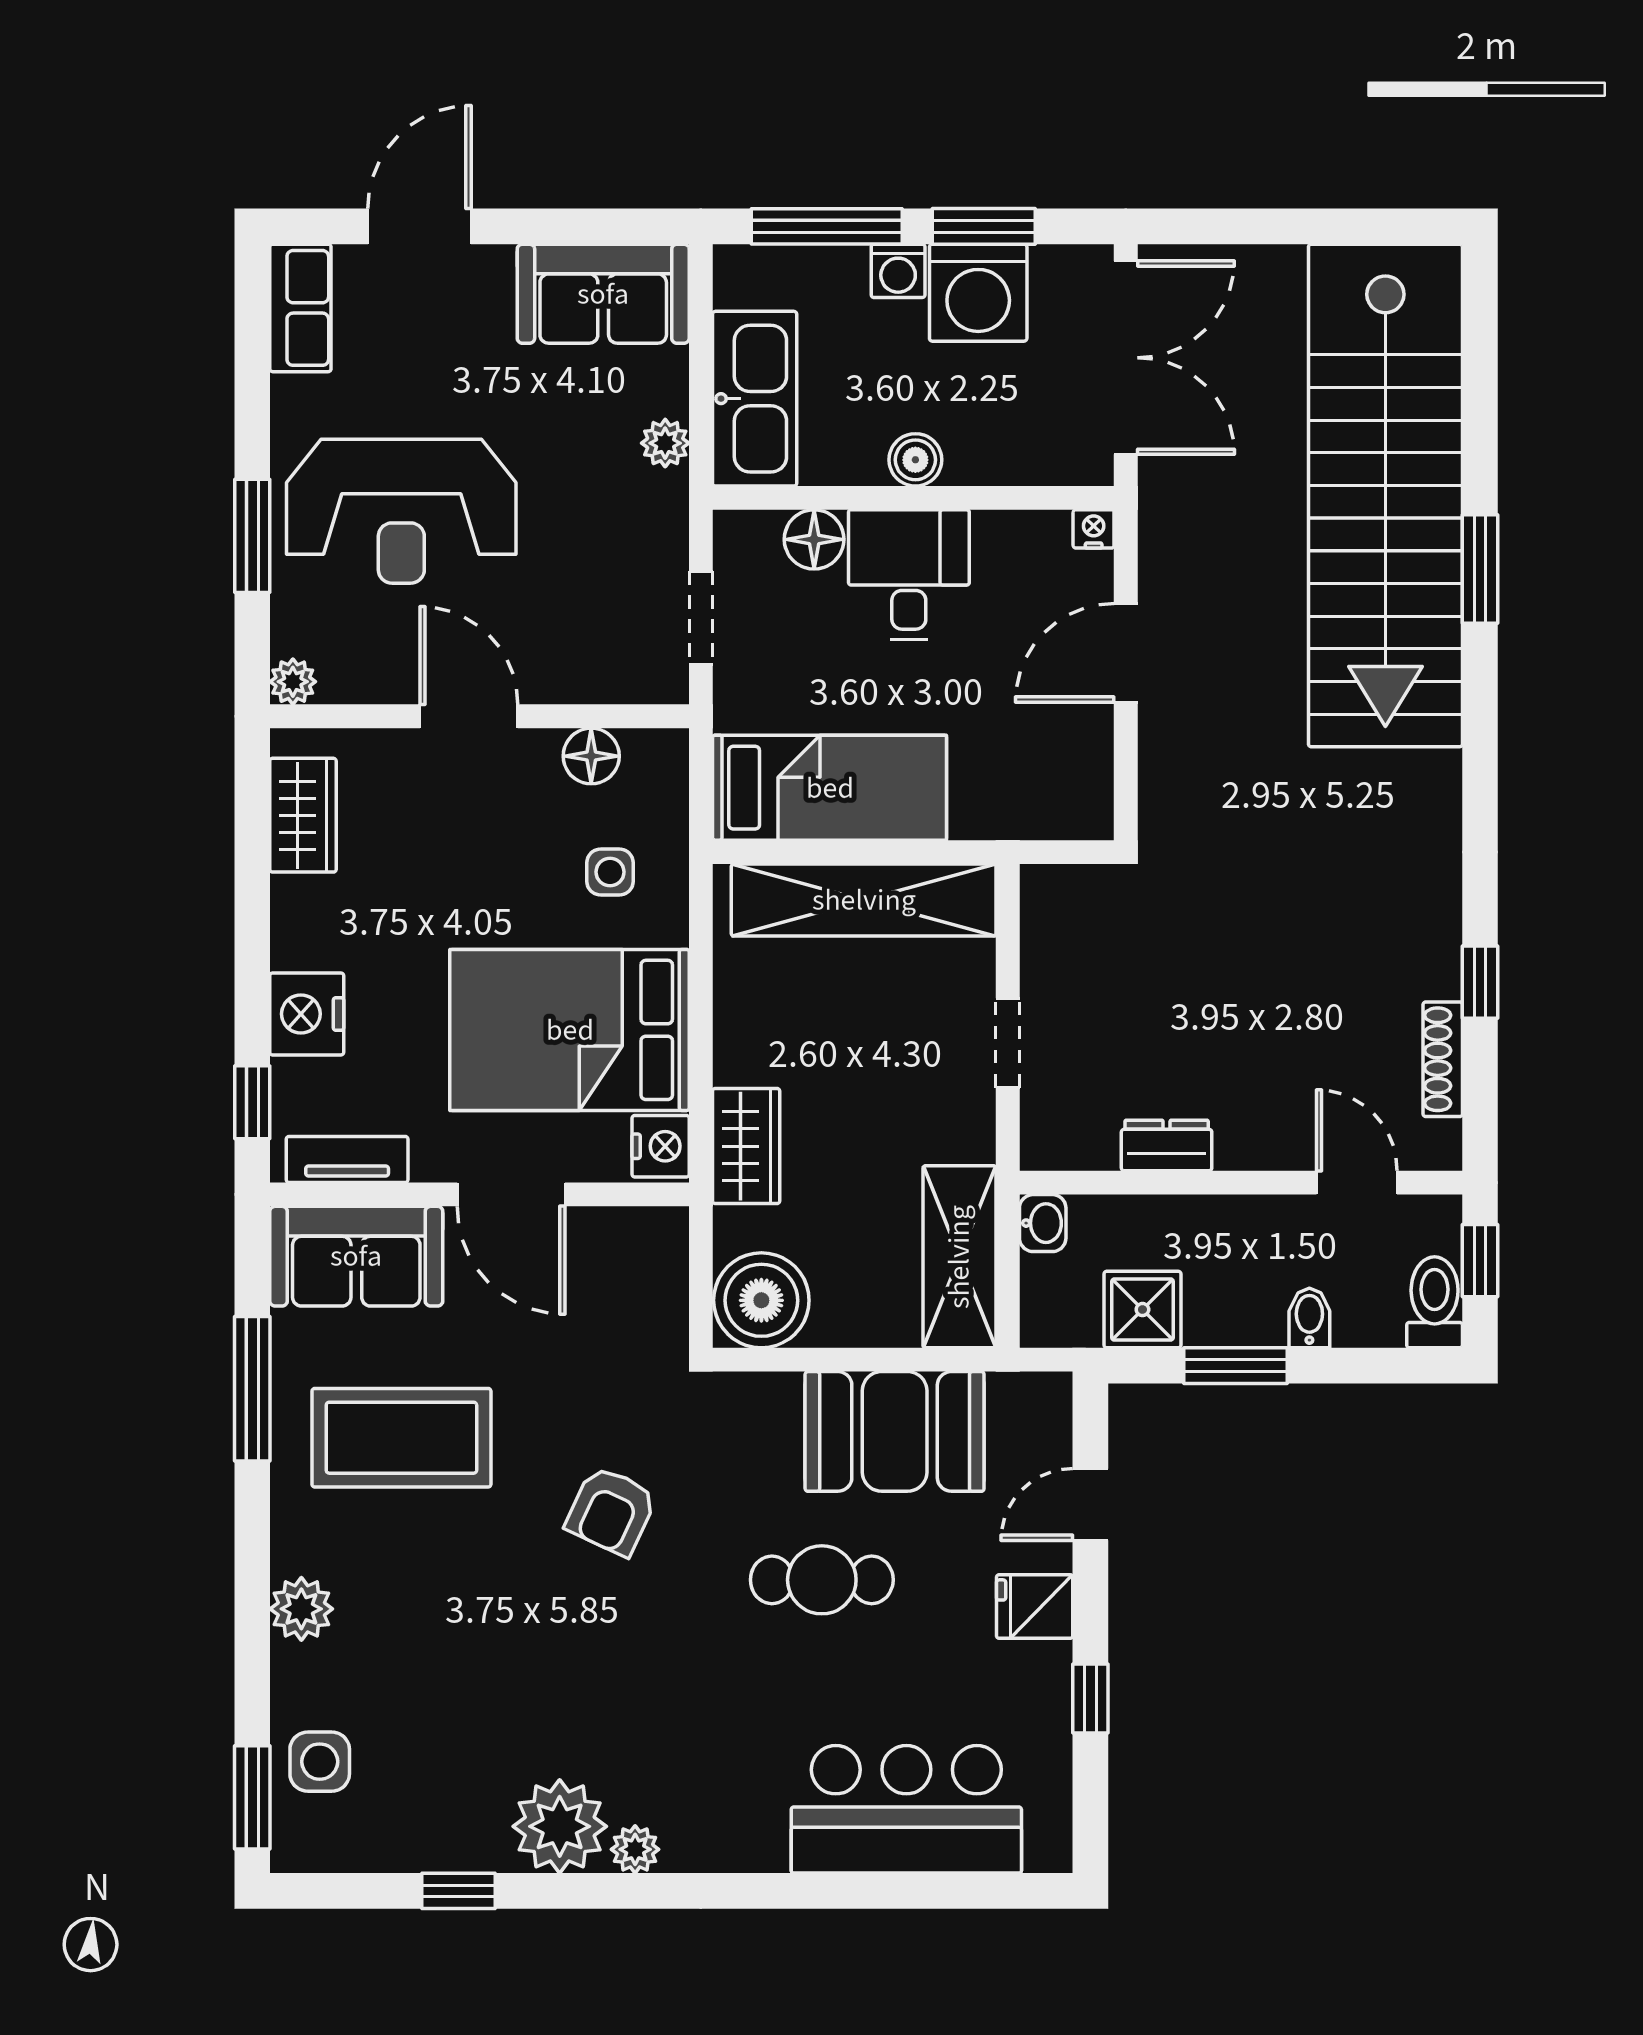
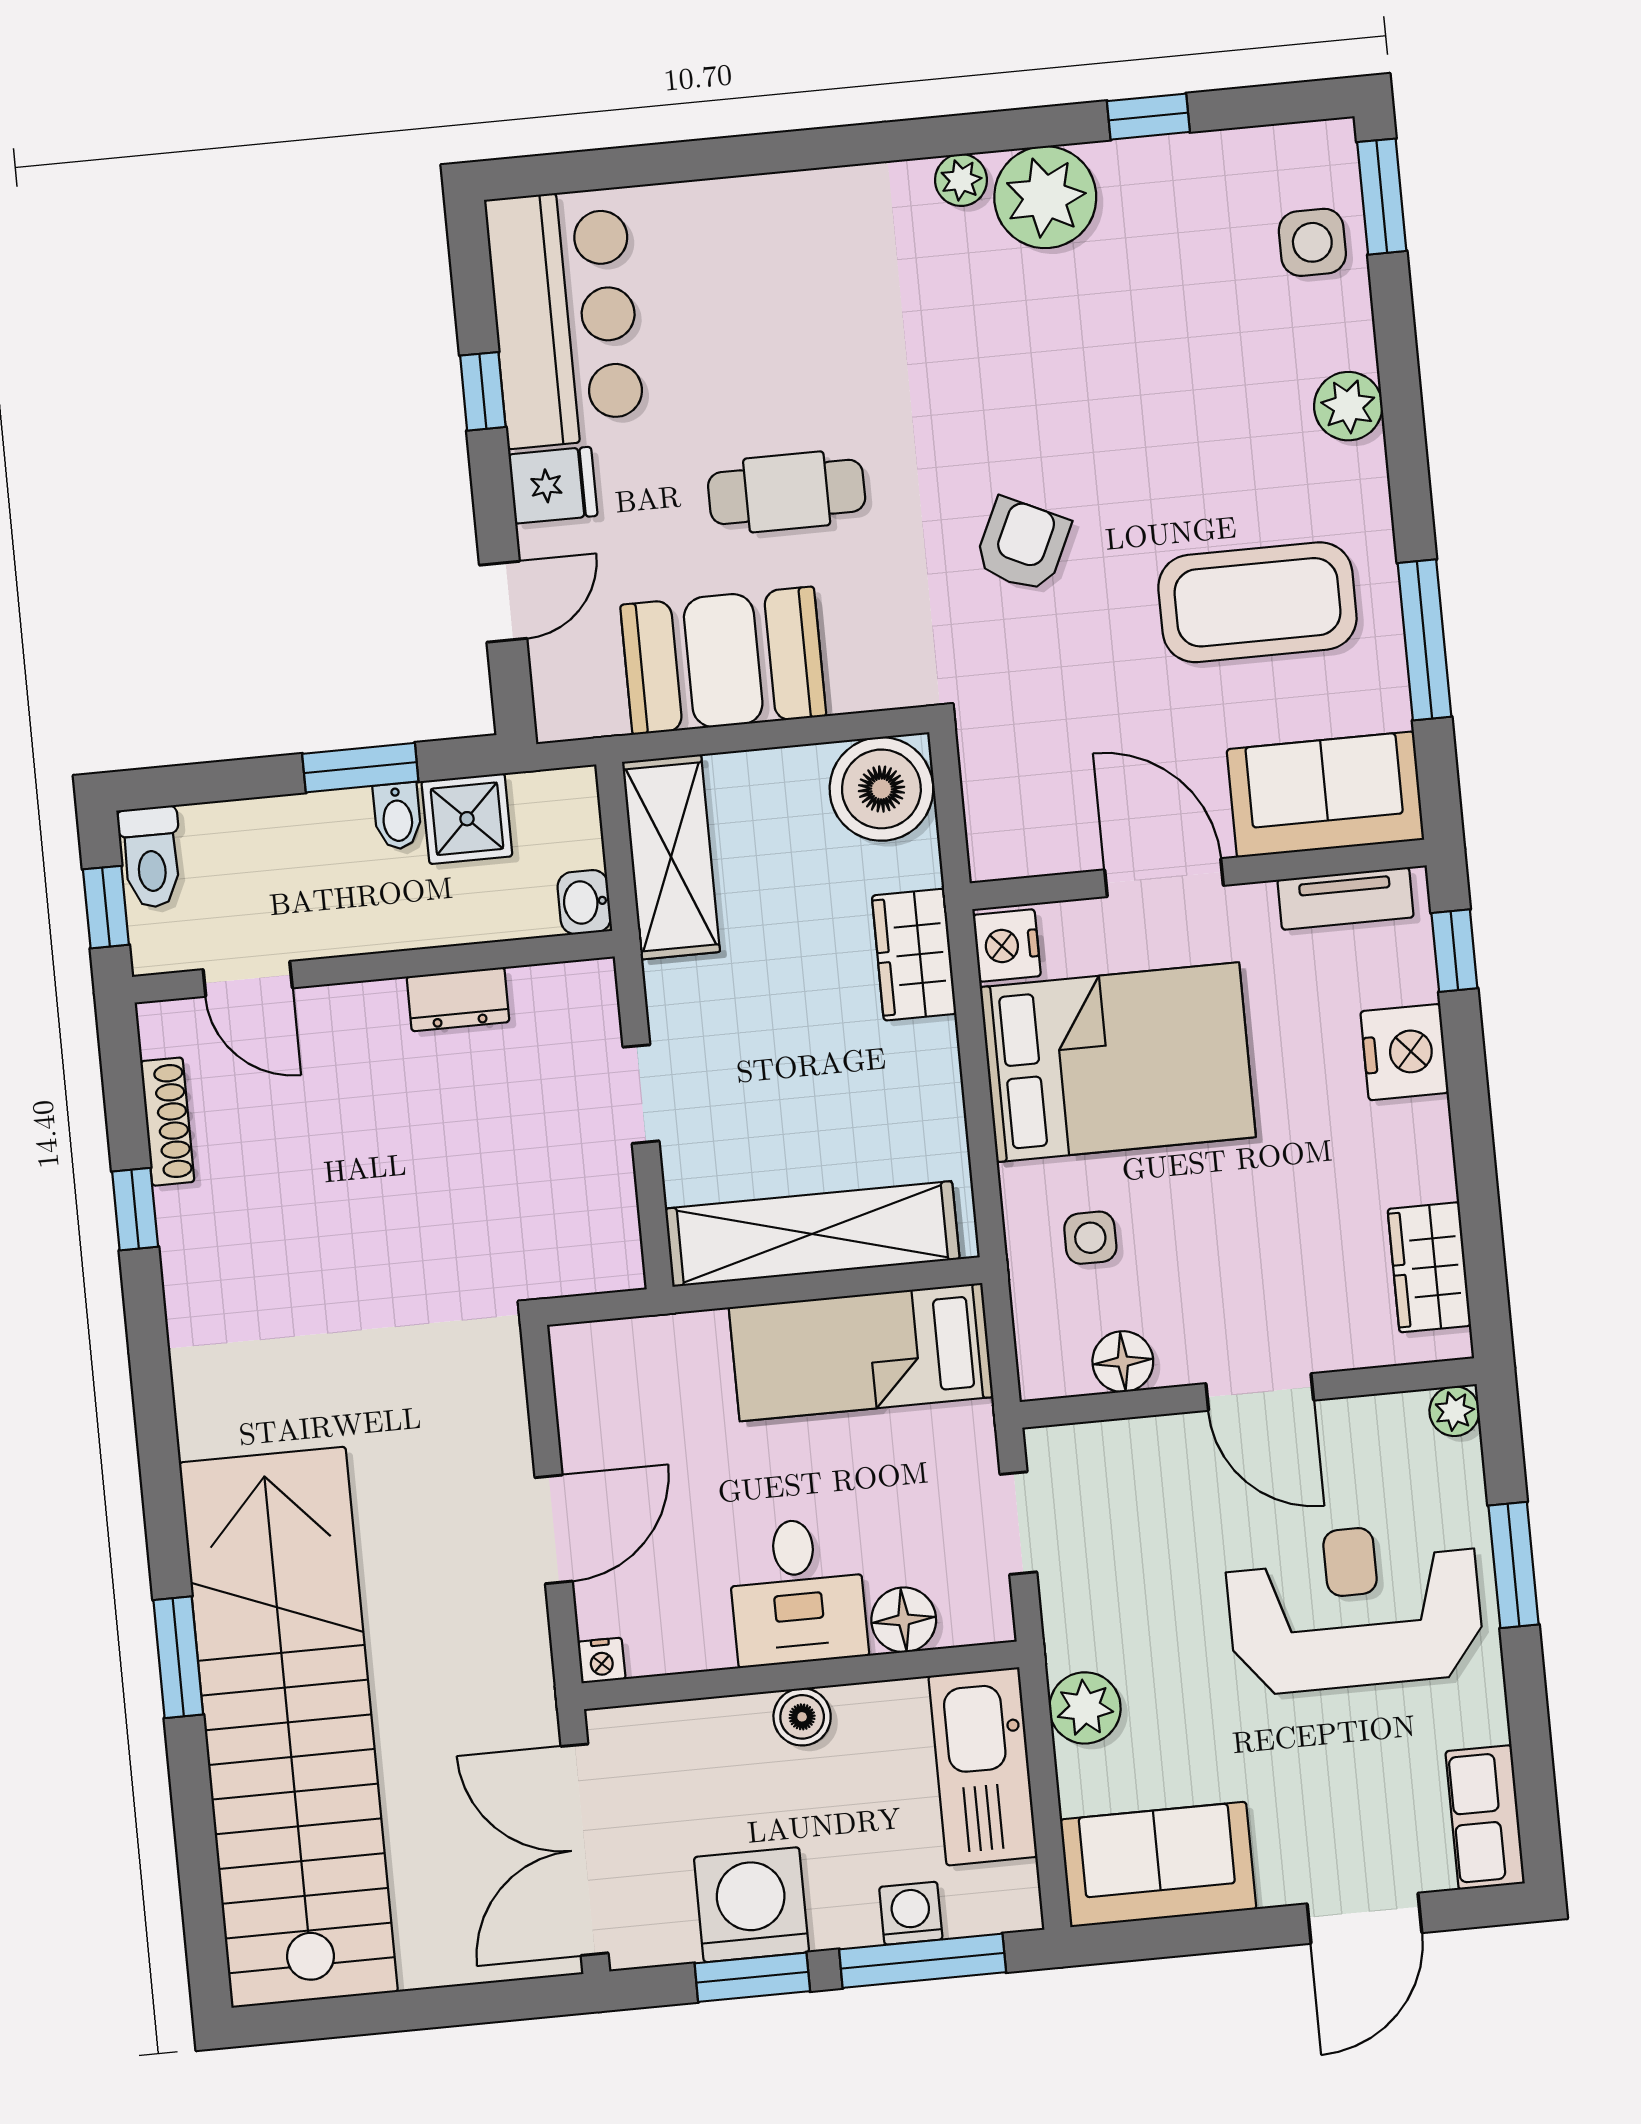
washing machine: (898, 271) -> (911, 1913), moved
plant: (665, 443) -> (1085, 1708), width x1.38, depth x1.38
bidet: (1309, 1318) -> (397, 816), moved
bar counter: (906, 1809) -> (565, 318), moved, turned -90

